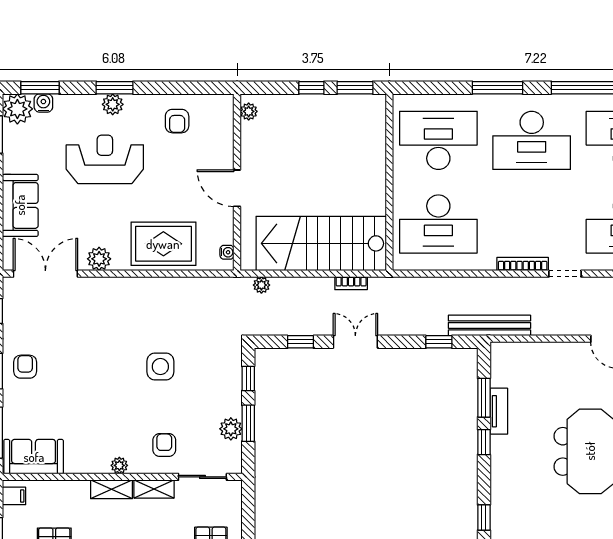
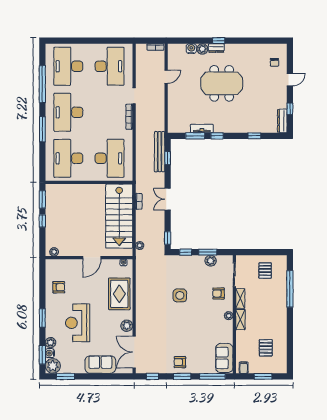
plant: (113, 104) -> (51, 343), moved
desk: (532, 140) -> (68, 112), turned 180
bench: (489, 325) -> (160, 152), moved
window: (301, 342) -> (168, 238), moved

